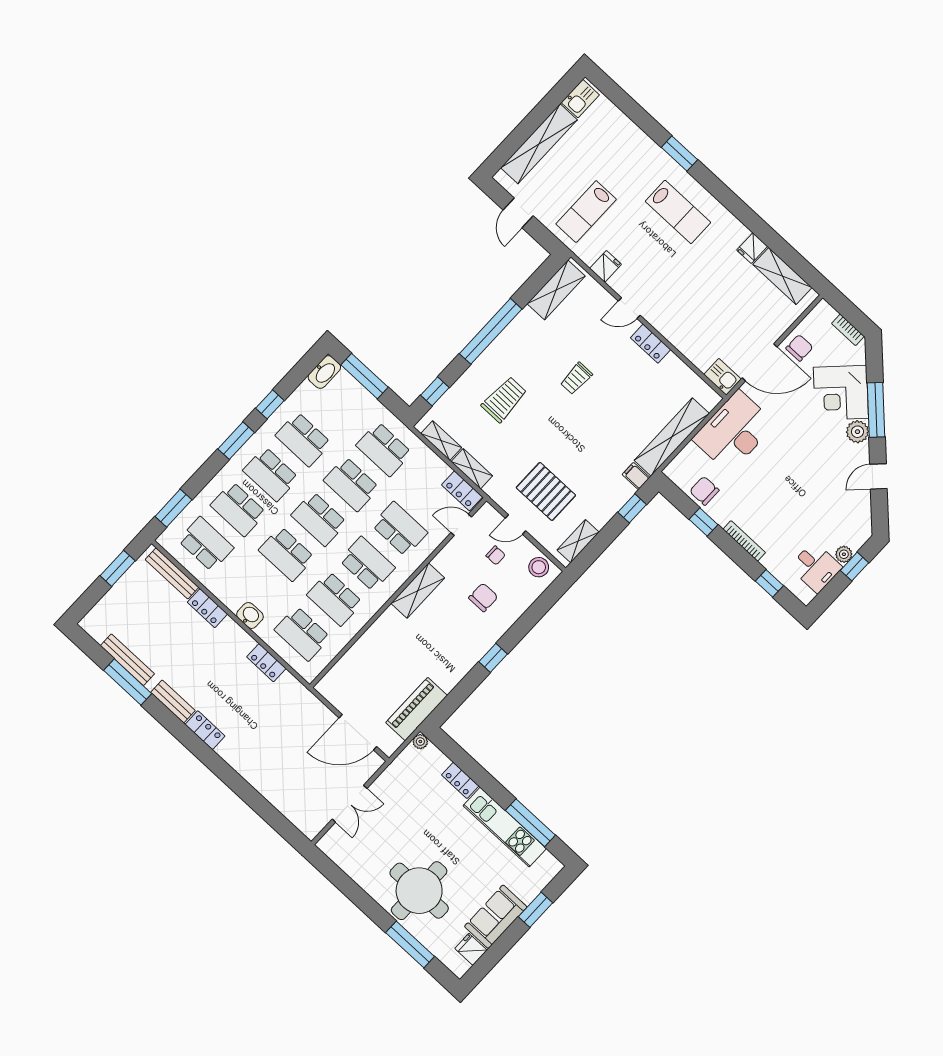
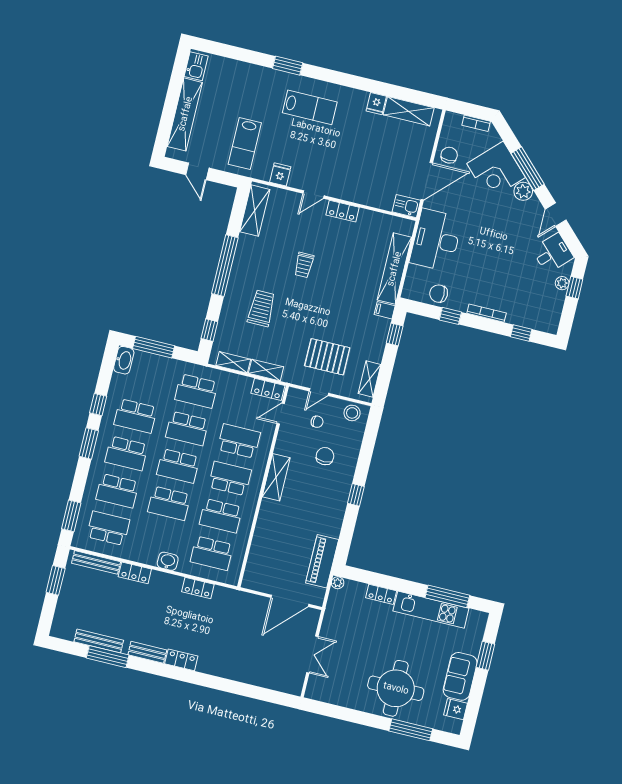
desk: (816, 567) -> (553, 253), moved, turned -45

